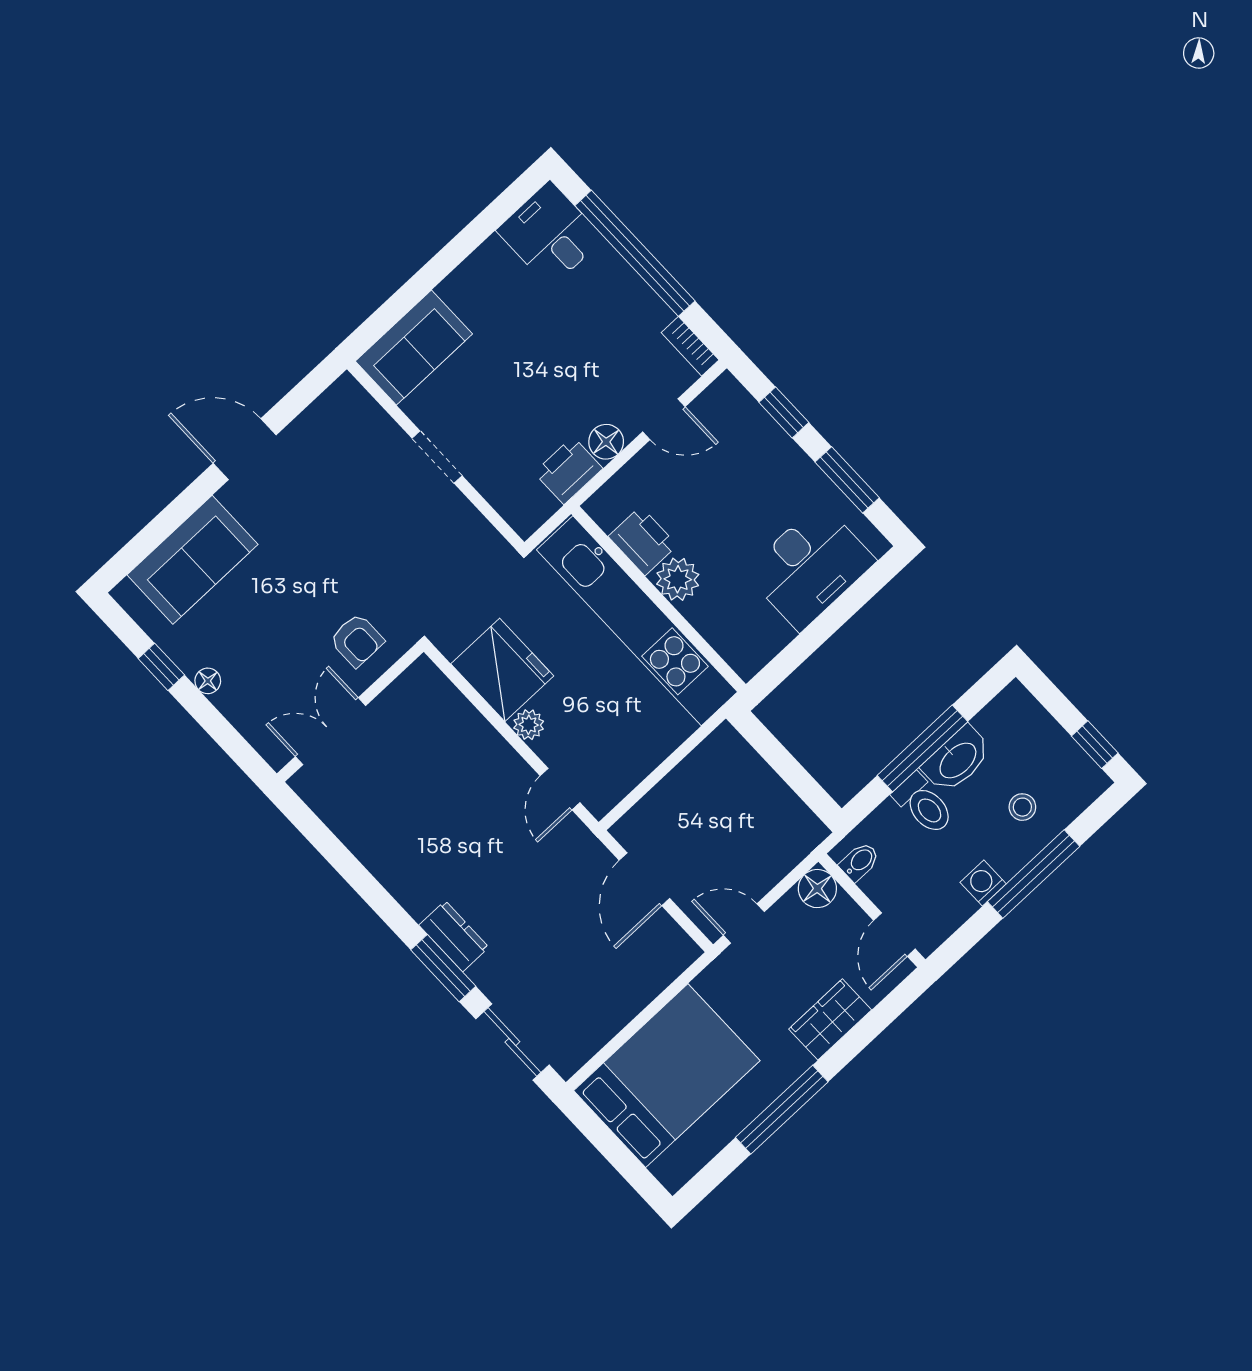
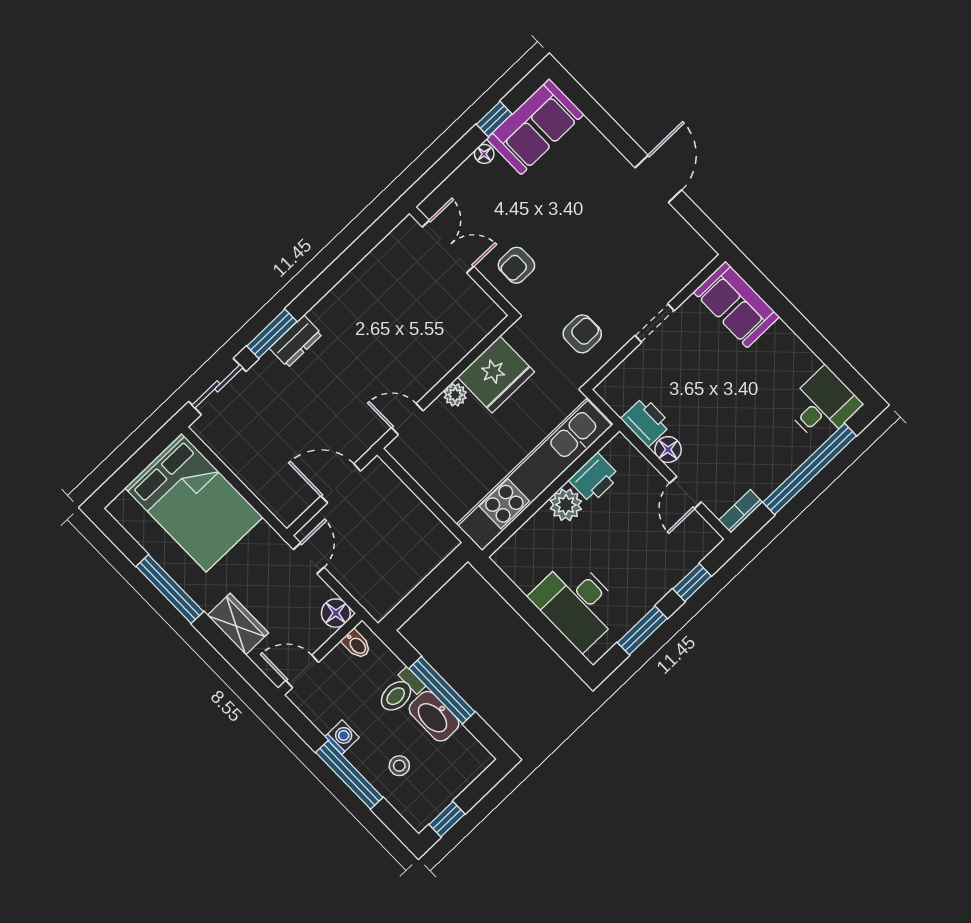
armchair: (450, 554) -> (582, 334), added
sofa: (193, 560) -> (535, 127), moved, turned -90

